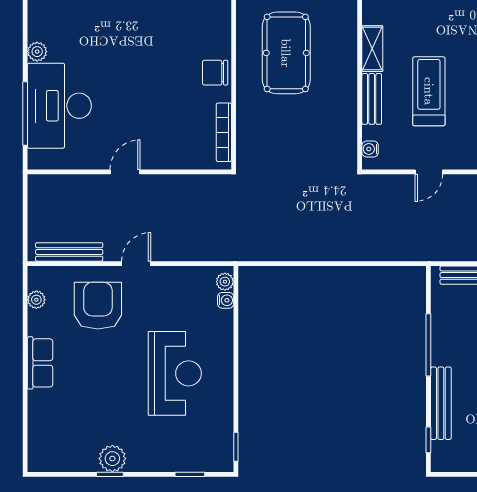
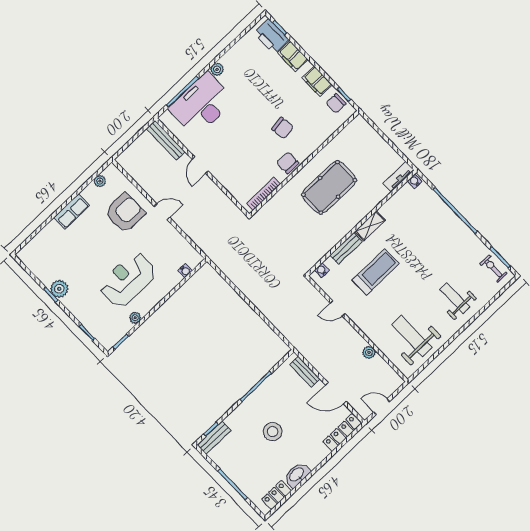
chair: (171, 41) -> (283, 128), added
door: (125, 172) -> (200, 165), swing flipped
bench: (69, 252) -> (166, 140), moved
plant: (225, 282) -> (135, 318), moved
reception desk: (175, 373) -> (128, 280), turned 180
bench: (441, 403) -> (214, 438), moved, width x0.73

